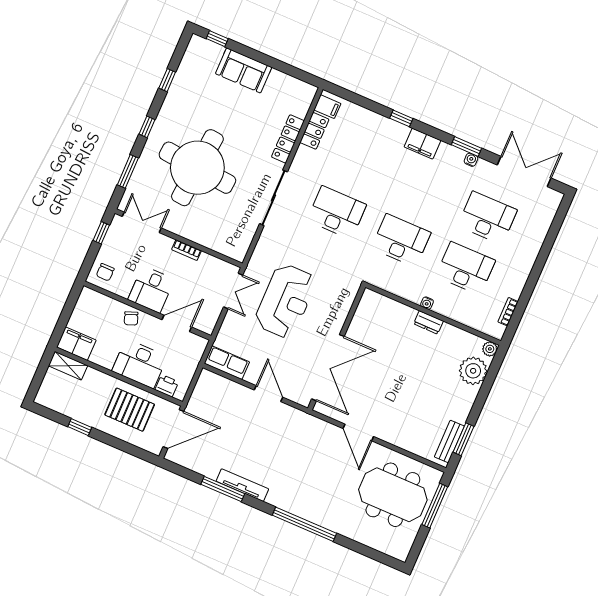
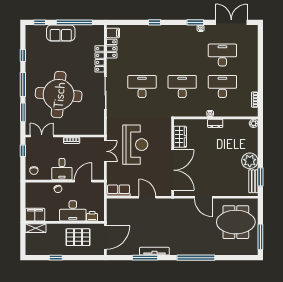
window: (273, 63) -> (74, 22), added
window: (147, 127) -> (23, 85), width x2.17
filing cabinet: (422, 144) -> (171, 31), removed
wardrobe: (363, 320) -> (180, 137), added
plant: (473, 371) -> (250, 161), moved
window: (435, 506) -> (260, 237), moved

